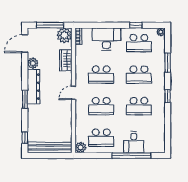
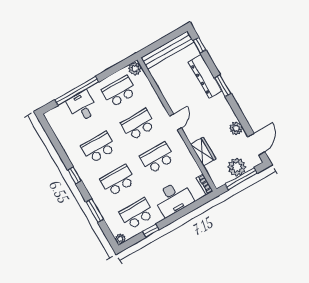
plant: (64, 35) -> (237, 167), moved
dresser: (34, 87) -> (205, 76), moved

